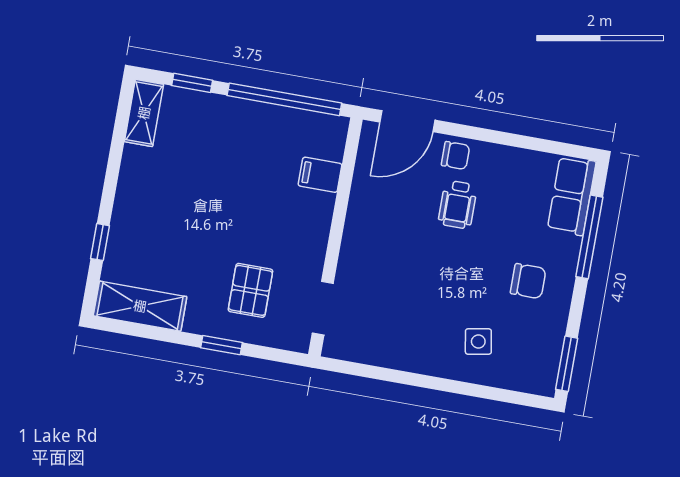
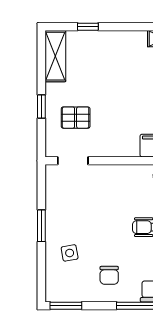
window: (424, 381) -> (41, 226), added

